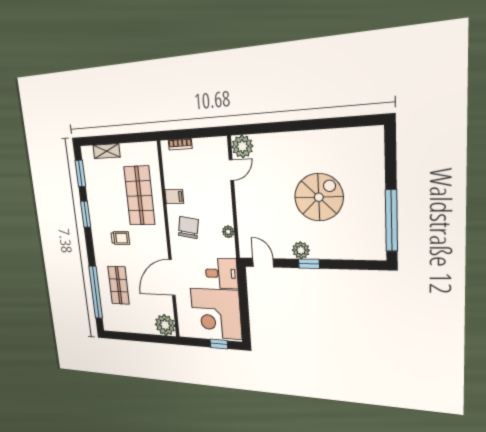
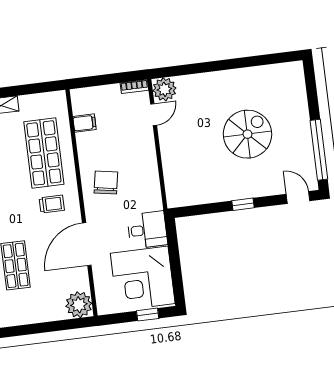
bookcase: (180, 144) -> (134, 87), moved
filing cabinet: (174, 197) -> (84, 123), moved
plant: (228, 232) -> (153, 182), removed
trolley: (120, 238) -> (52, 204), moved
plant: (301, 250) -> (234, 191), removed
door: (263, 263) -> (298, 197), moved

